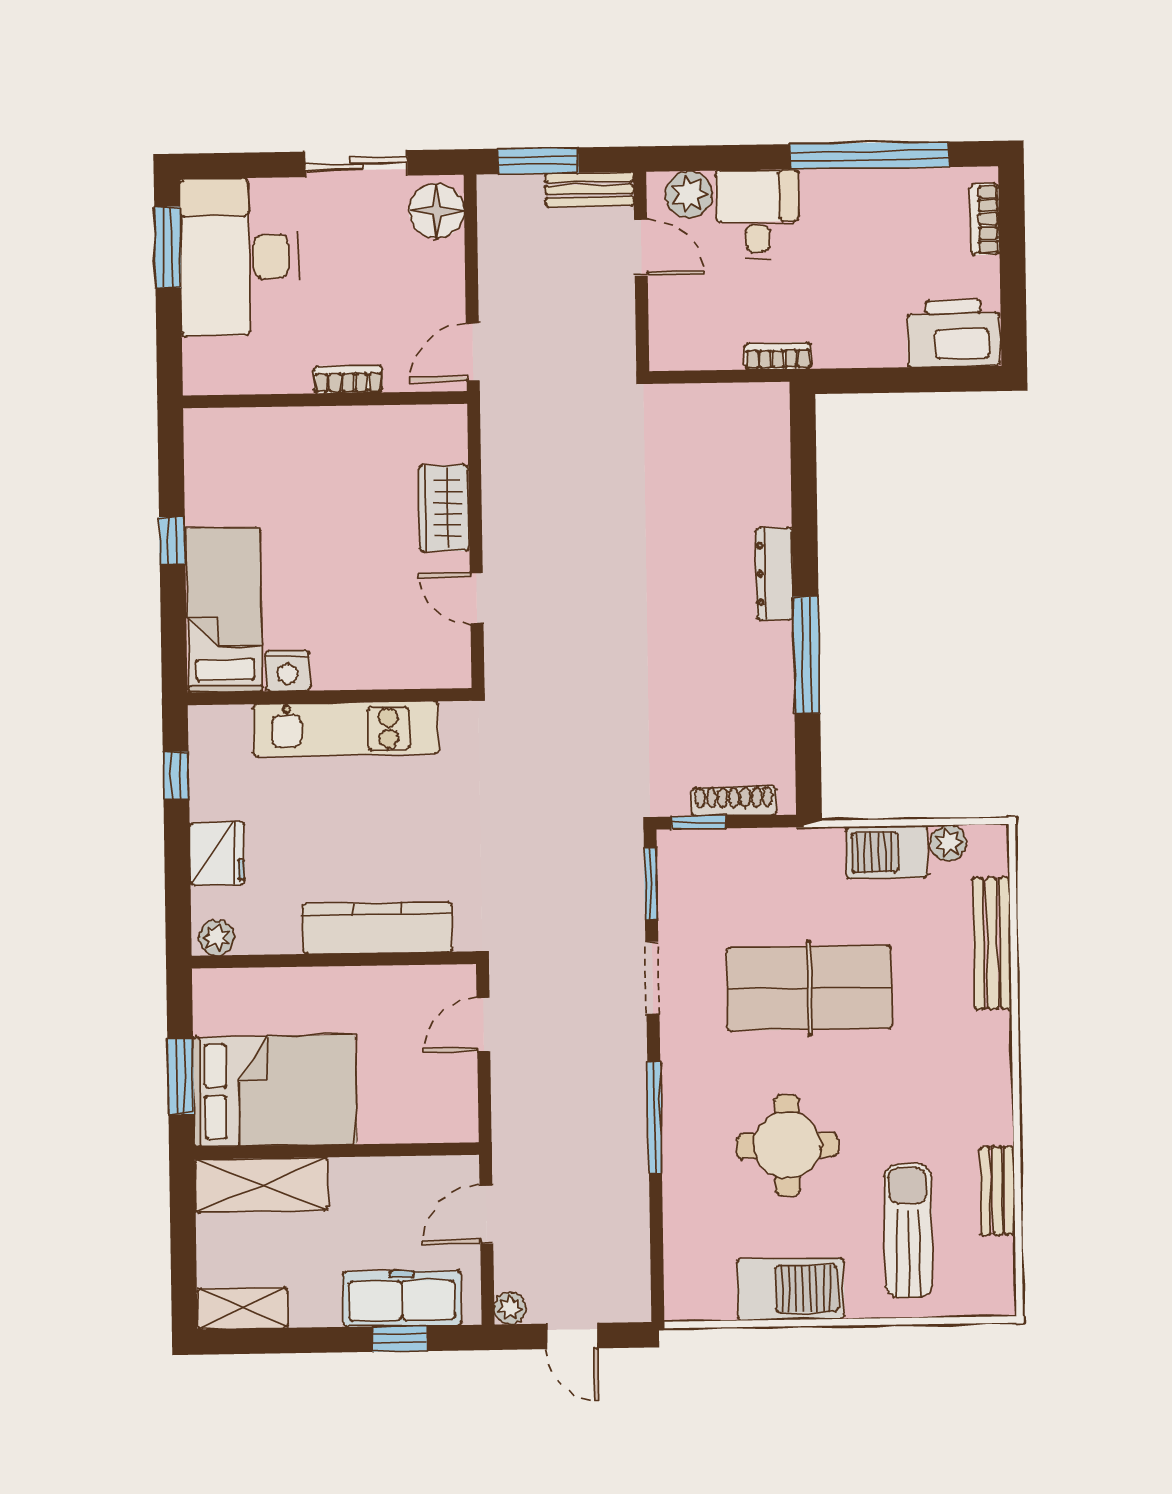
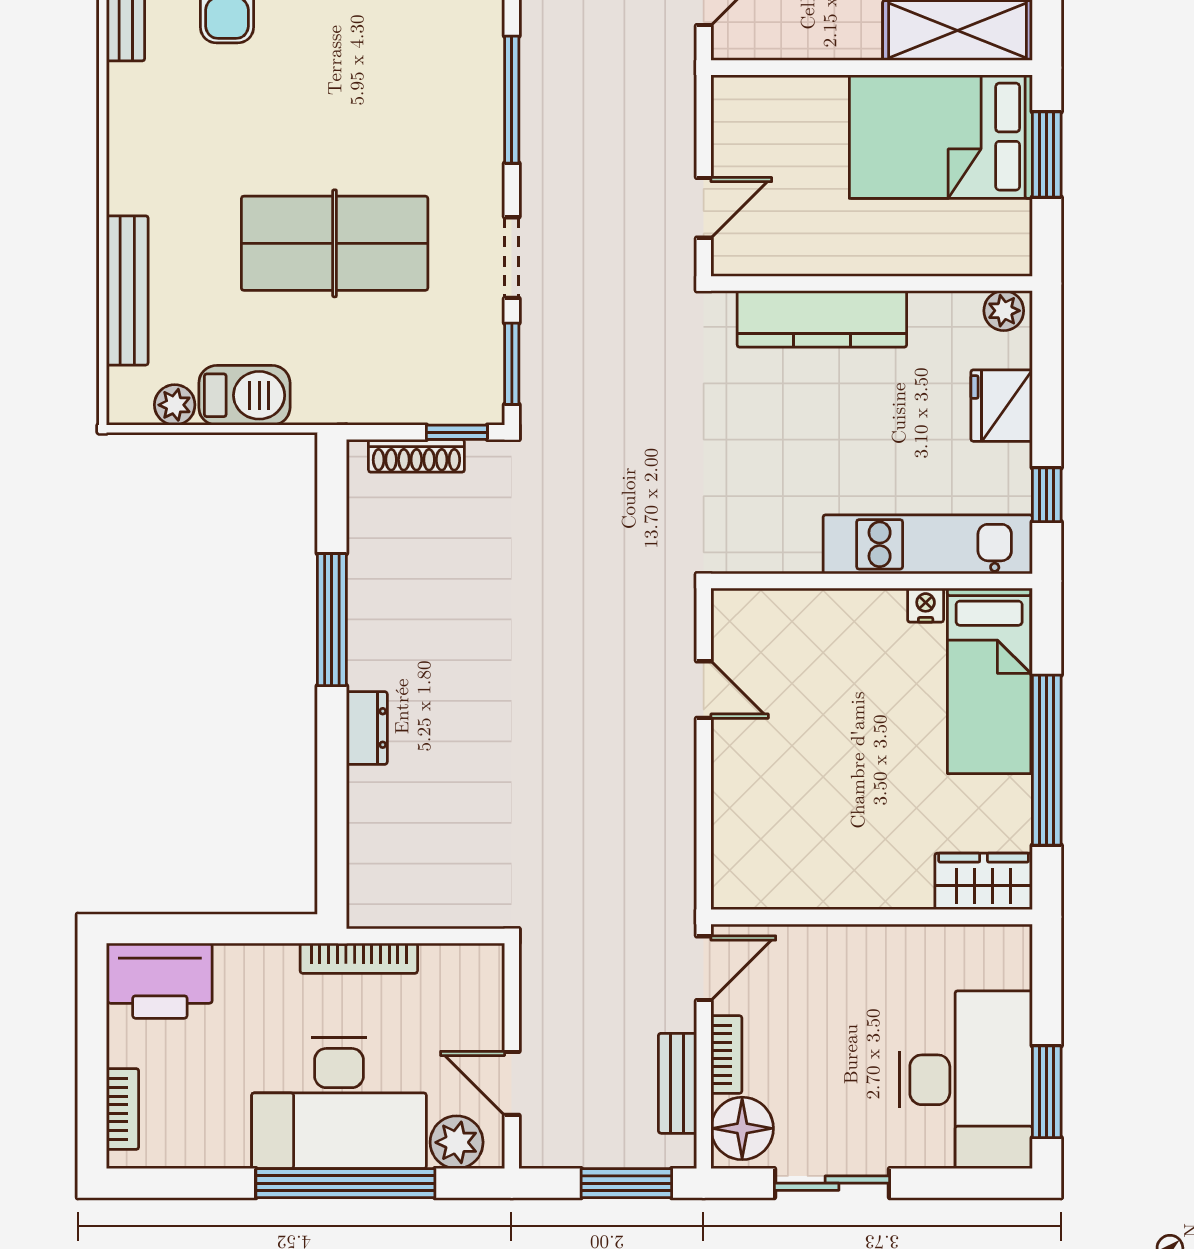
window: (870, 156) -> (345, 1183), moved
bench: (589, 190) -> (677, 1083), moved, turned 90
desk: (757, 215) -> (339, 1103), width x1.87, depth x1.30
bookcase: (778, 356) -> (359, 958), width x1.56
bookcase: (348, 379) -> (726, 1055), moved, turned -90
wardrobe: (444, 508) -> (984, 881), moved, turned -90
window: (172, 541) -> (1047, 760), width x3.17
dresser: (774, 574) -> (367, 728), width x0.70
nightstand: (288, 671) -> (926, 605), width x0.72, depth x0.74
kitchen unit: (346, 729) -> (928, 544), moved
round table: (787, 1145) -> (362, 66), removed

